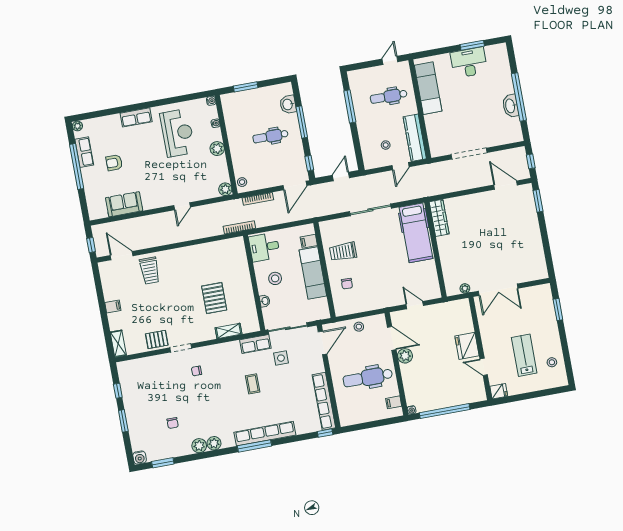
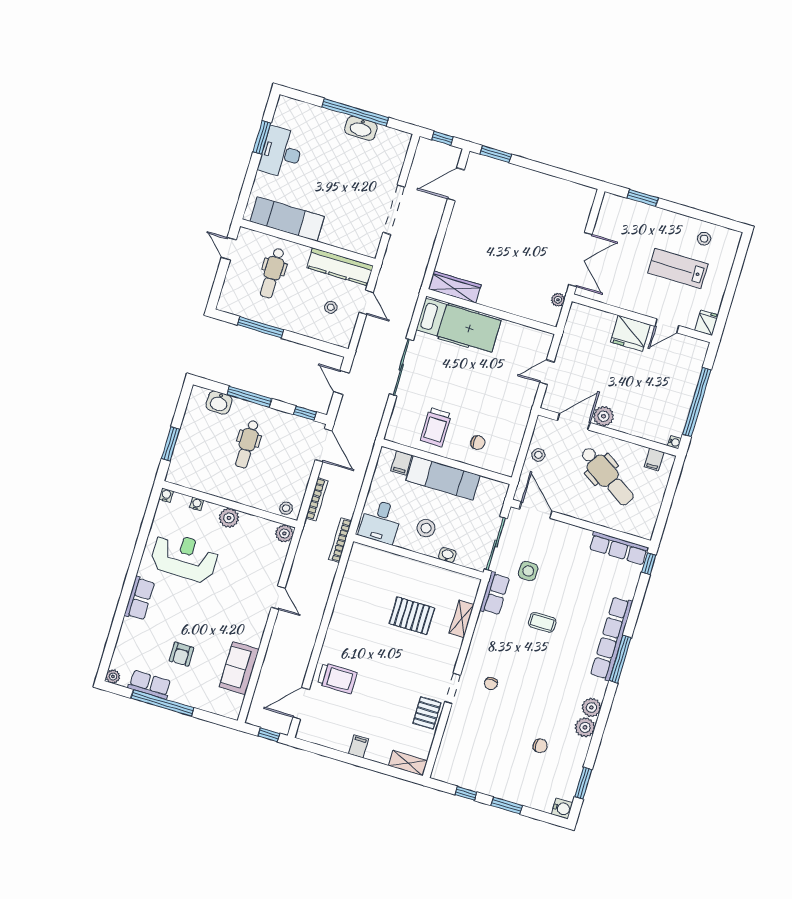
dental chair: (368, 378) -> (607, 476), turned -57
row of seats: (324, 401) -> (619, 548), width x0.73

